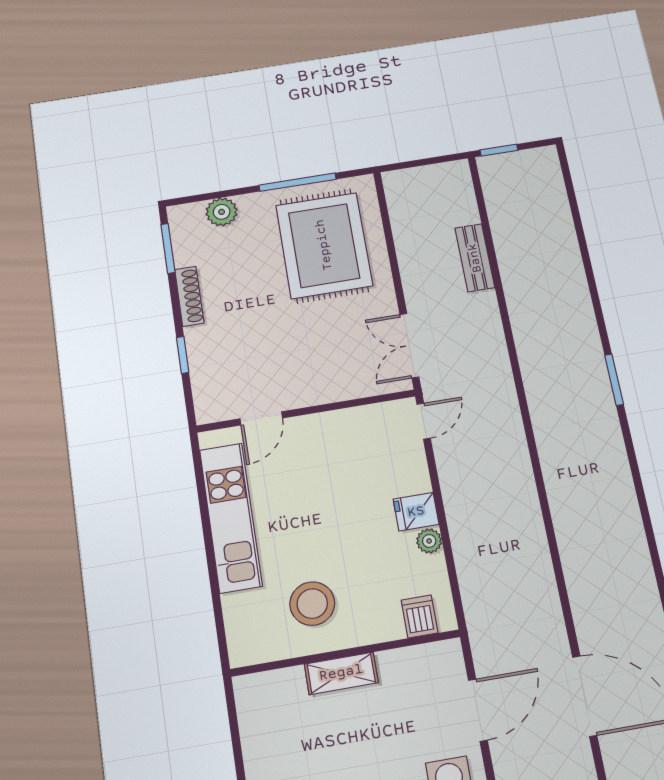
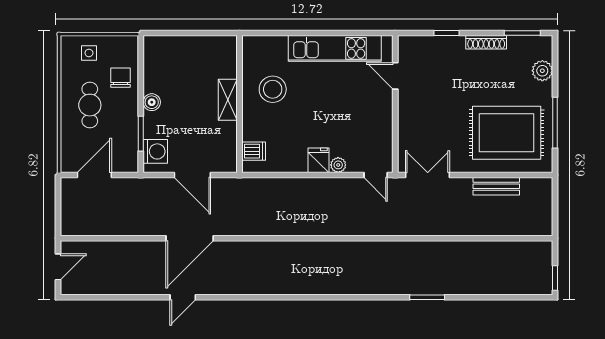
window: (499, 150) -> (555, 278), moved
bench: (475, 258) -> (496, 186), moved
window: (614, 380) -> (427, 297), moved
plant: (429, 541) -> (338, 165), moved

